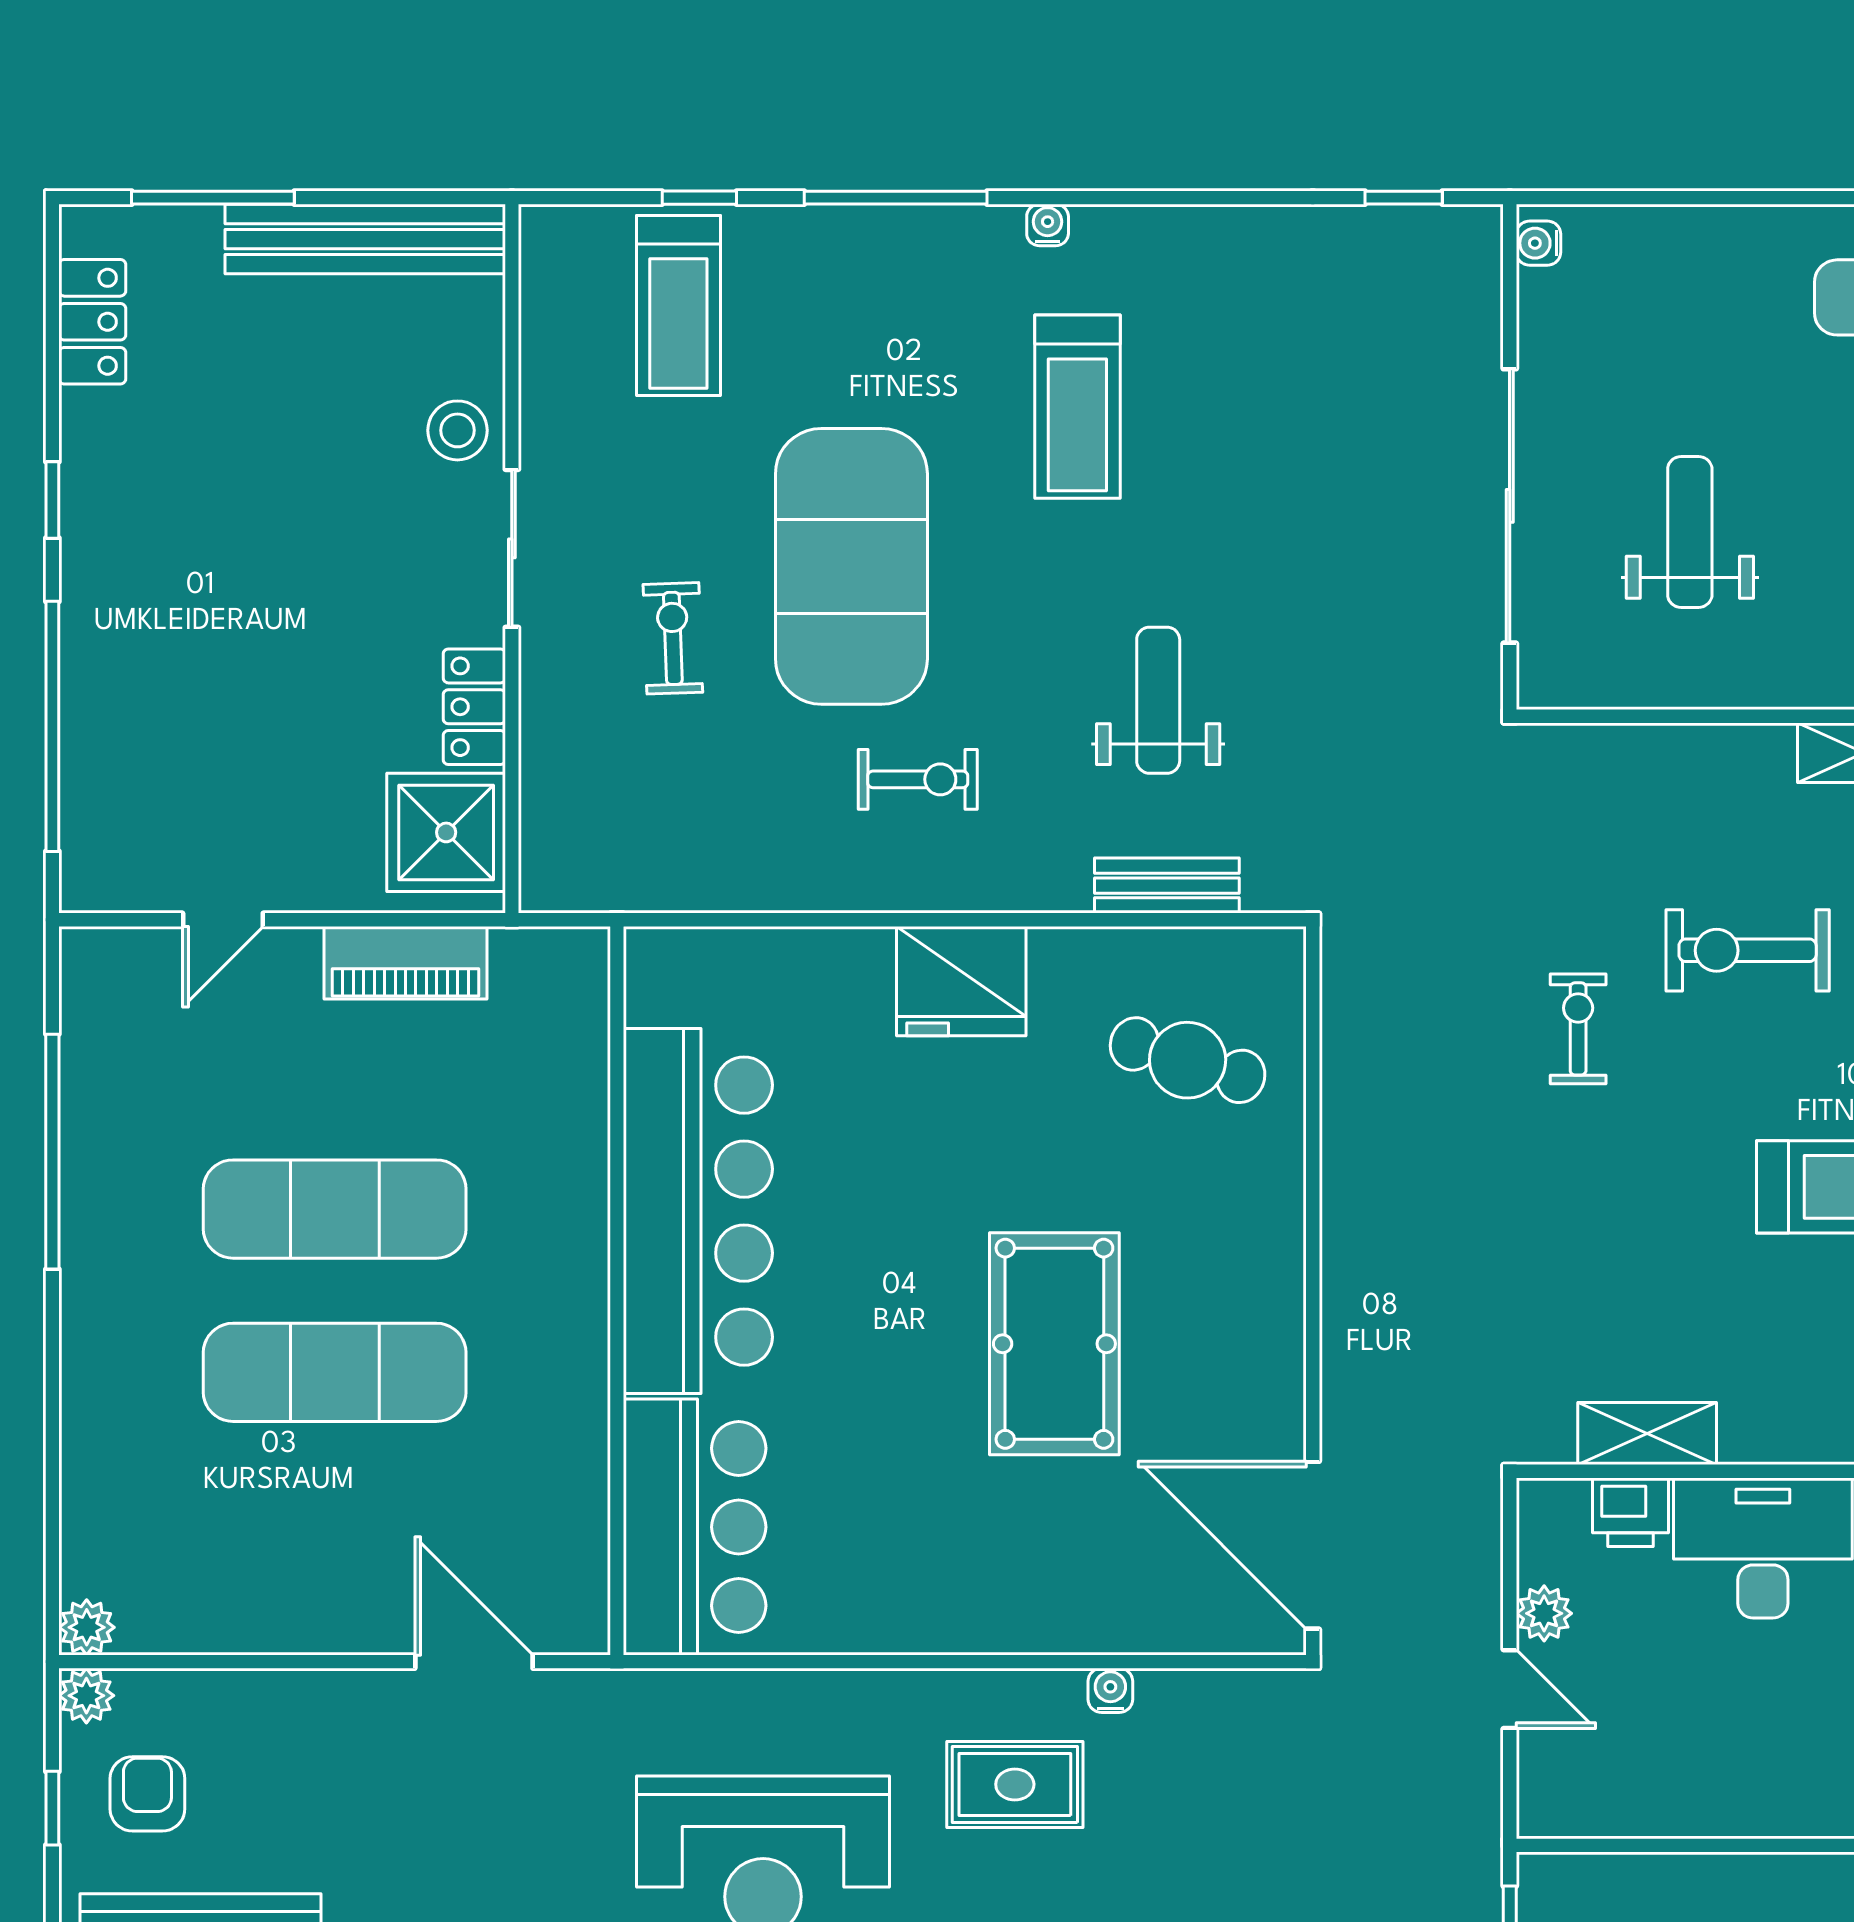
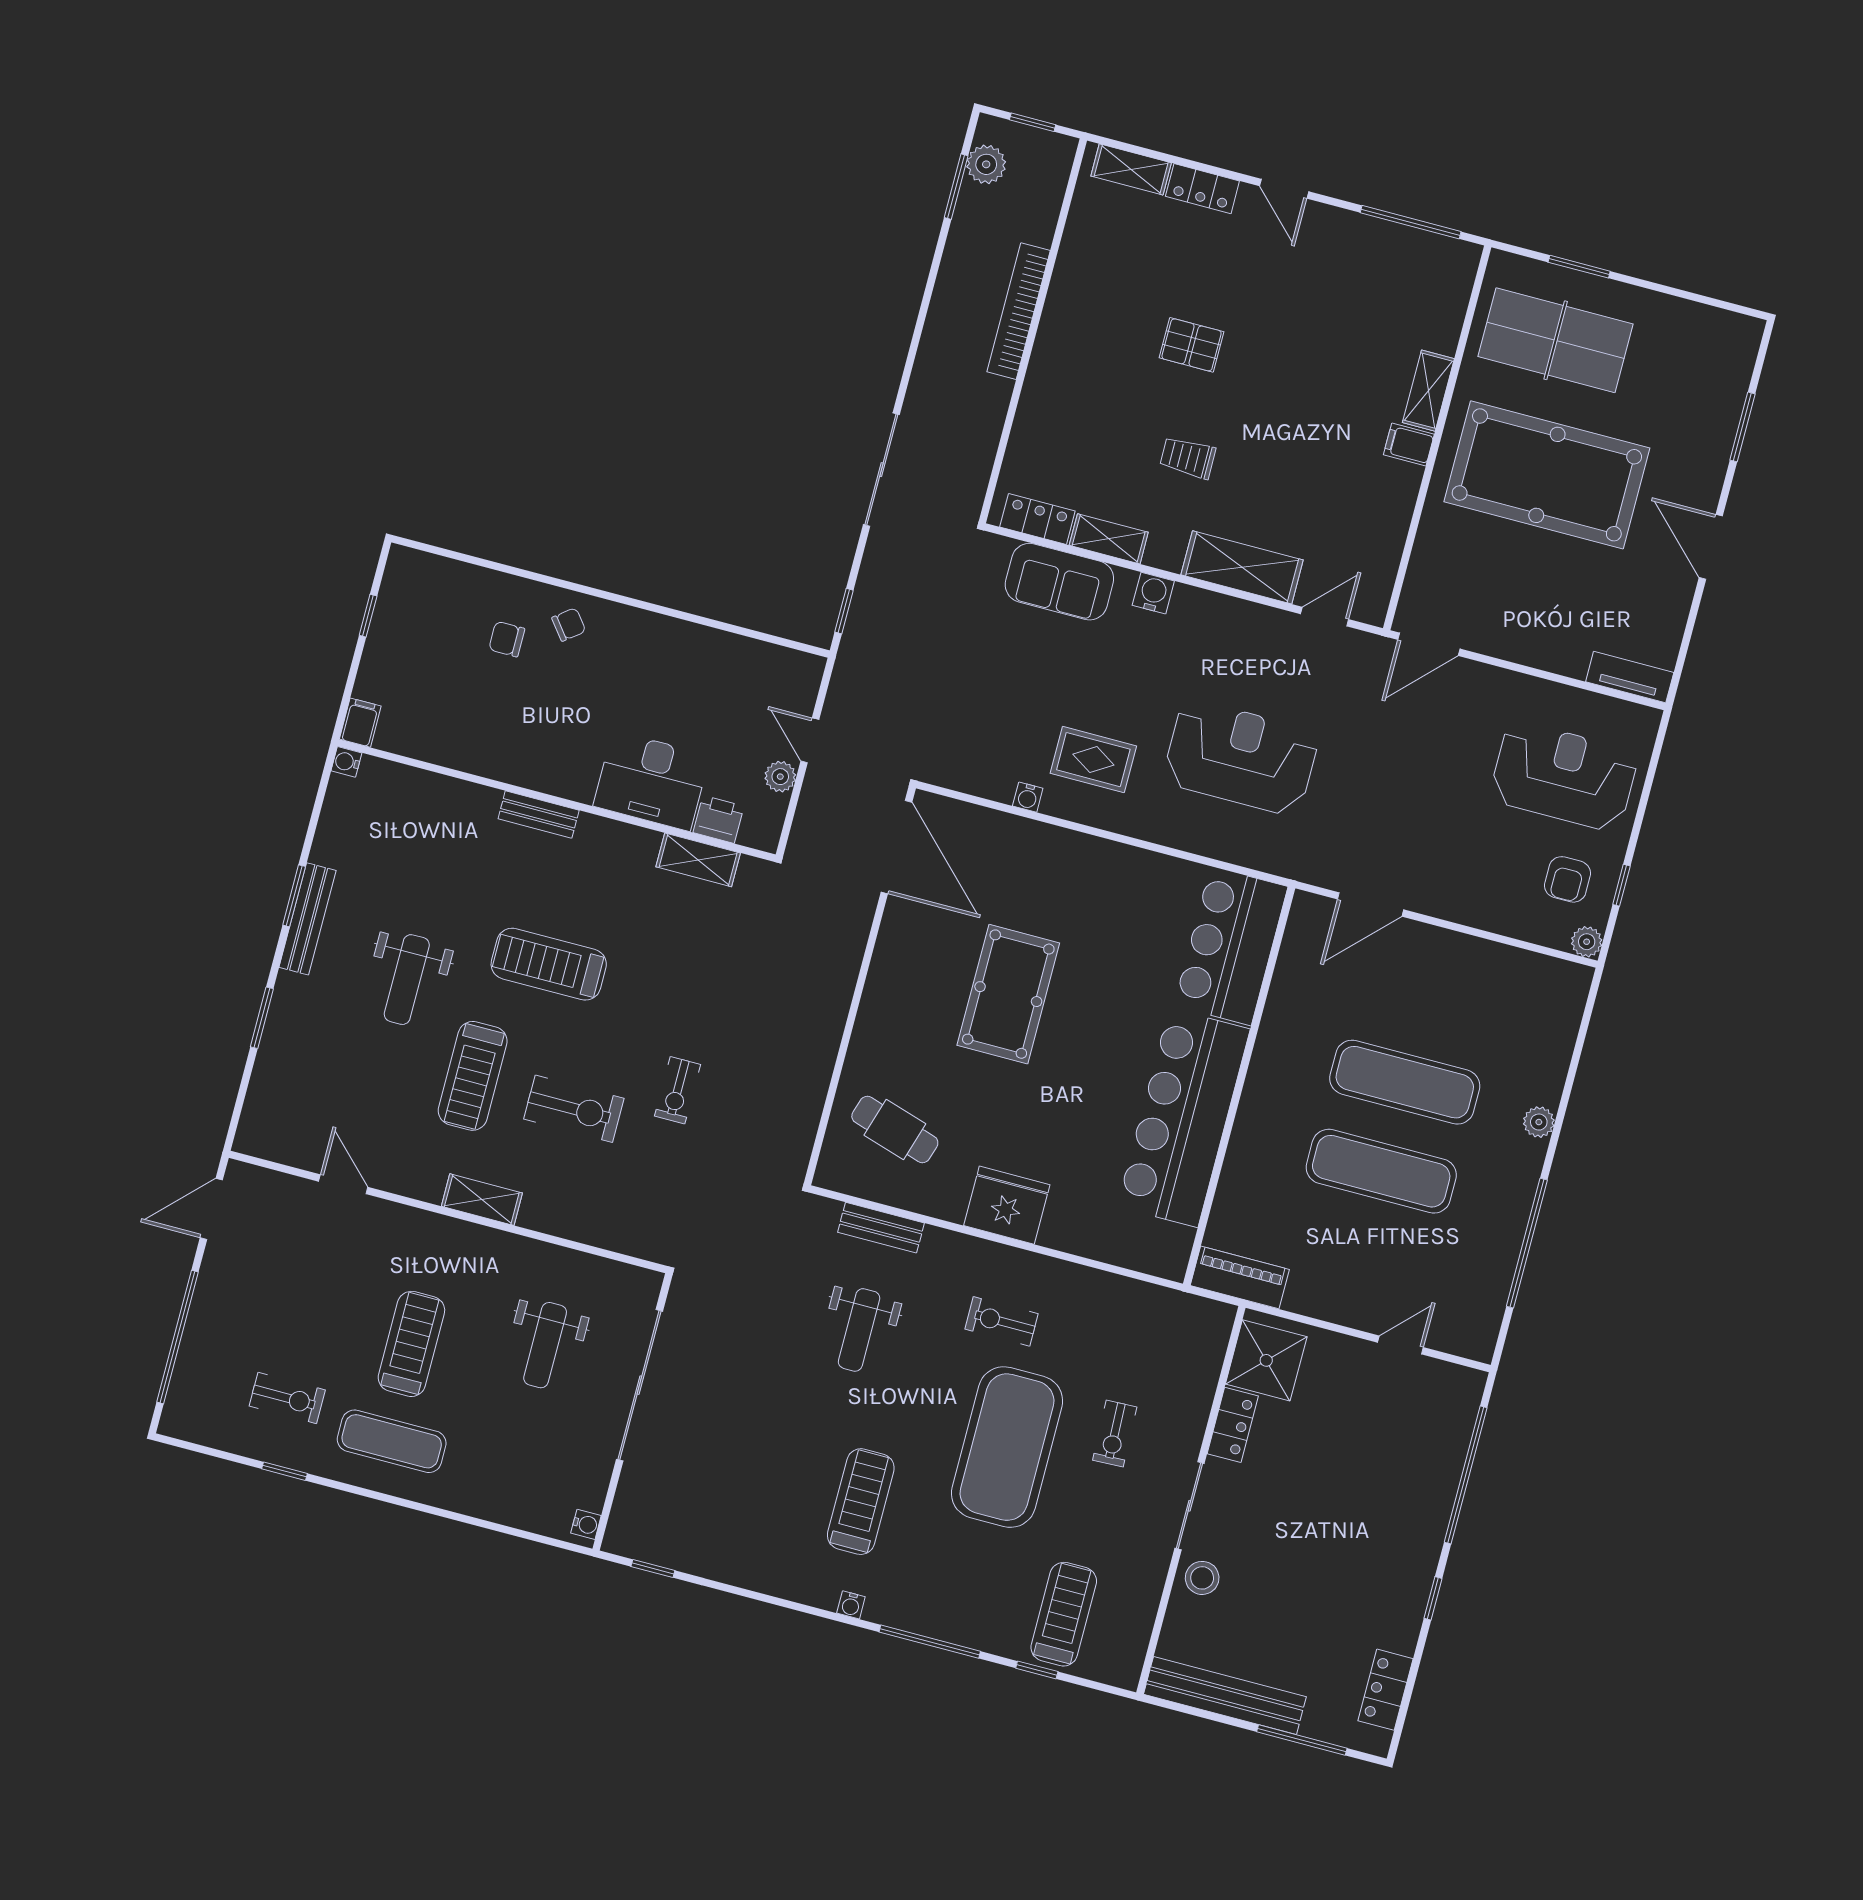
piano: (405, 963) -> (1240, 1277), moved
plant: (87, 1627) -> (1539, 1122), moved
door: (474, 1662) -> (1370, 904), hinge flipped

